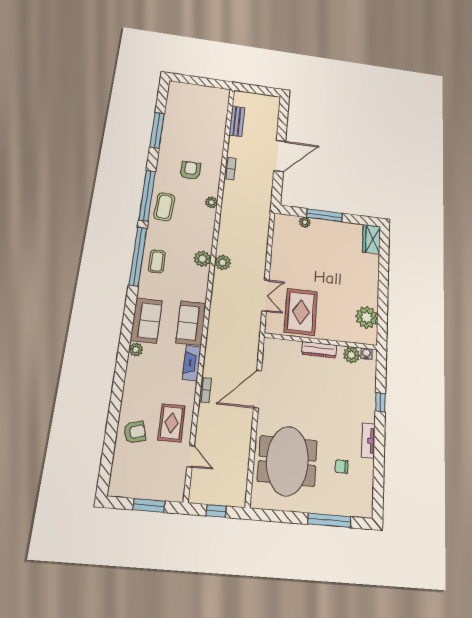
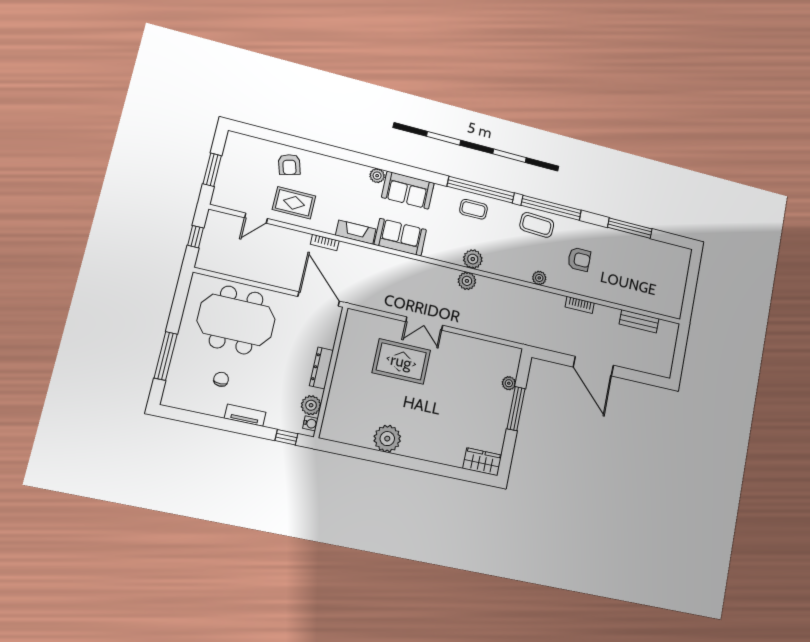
wall: (321, 341) -> (331, 372), moved
dresser: (319, 350) -> (321, 368), moved
water cooler: (366, 354) -> (310, 423), moved
plant: (351, 355) -> (311, 405), moved

